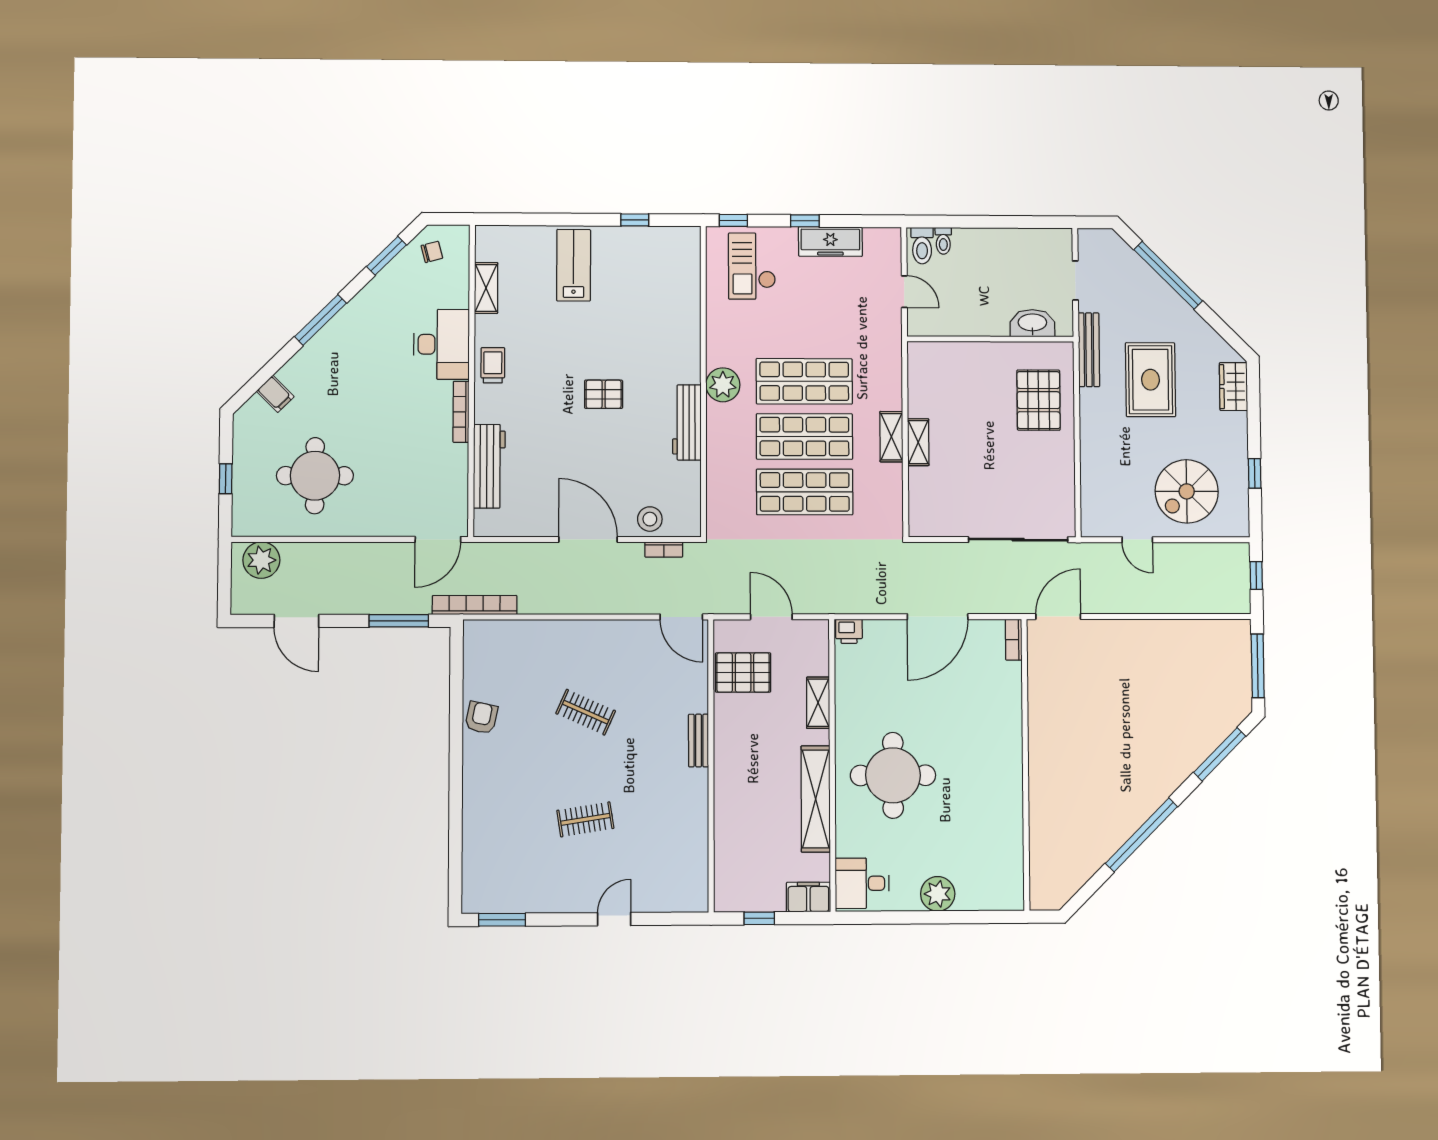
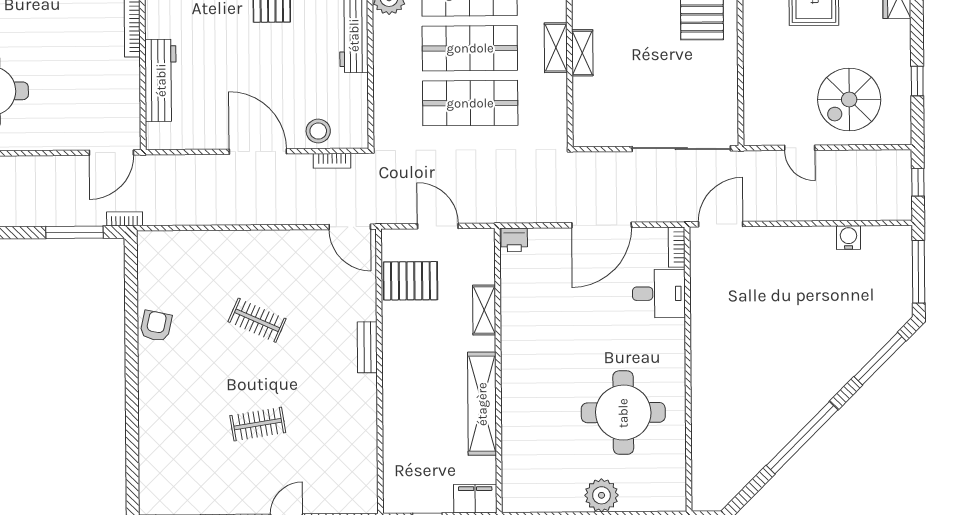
bookcase: (475, 605) -> (125, 219), width x0.43, depth x0.76
water cooler: (1187, 631) -> (848, 238), added
round table: (893, 775) -> (623, 413), moved
desk: (862, 883) -> (659, 294), moved, turned 180

